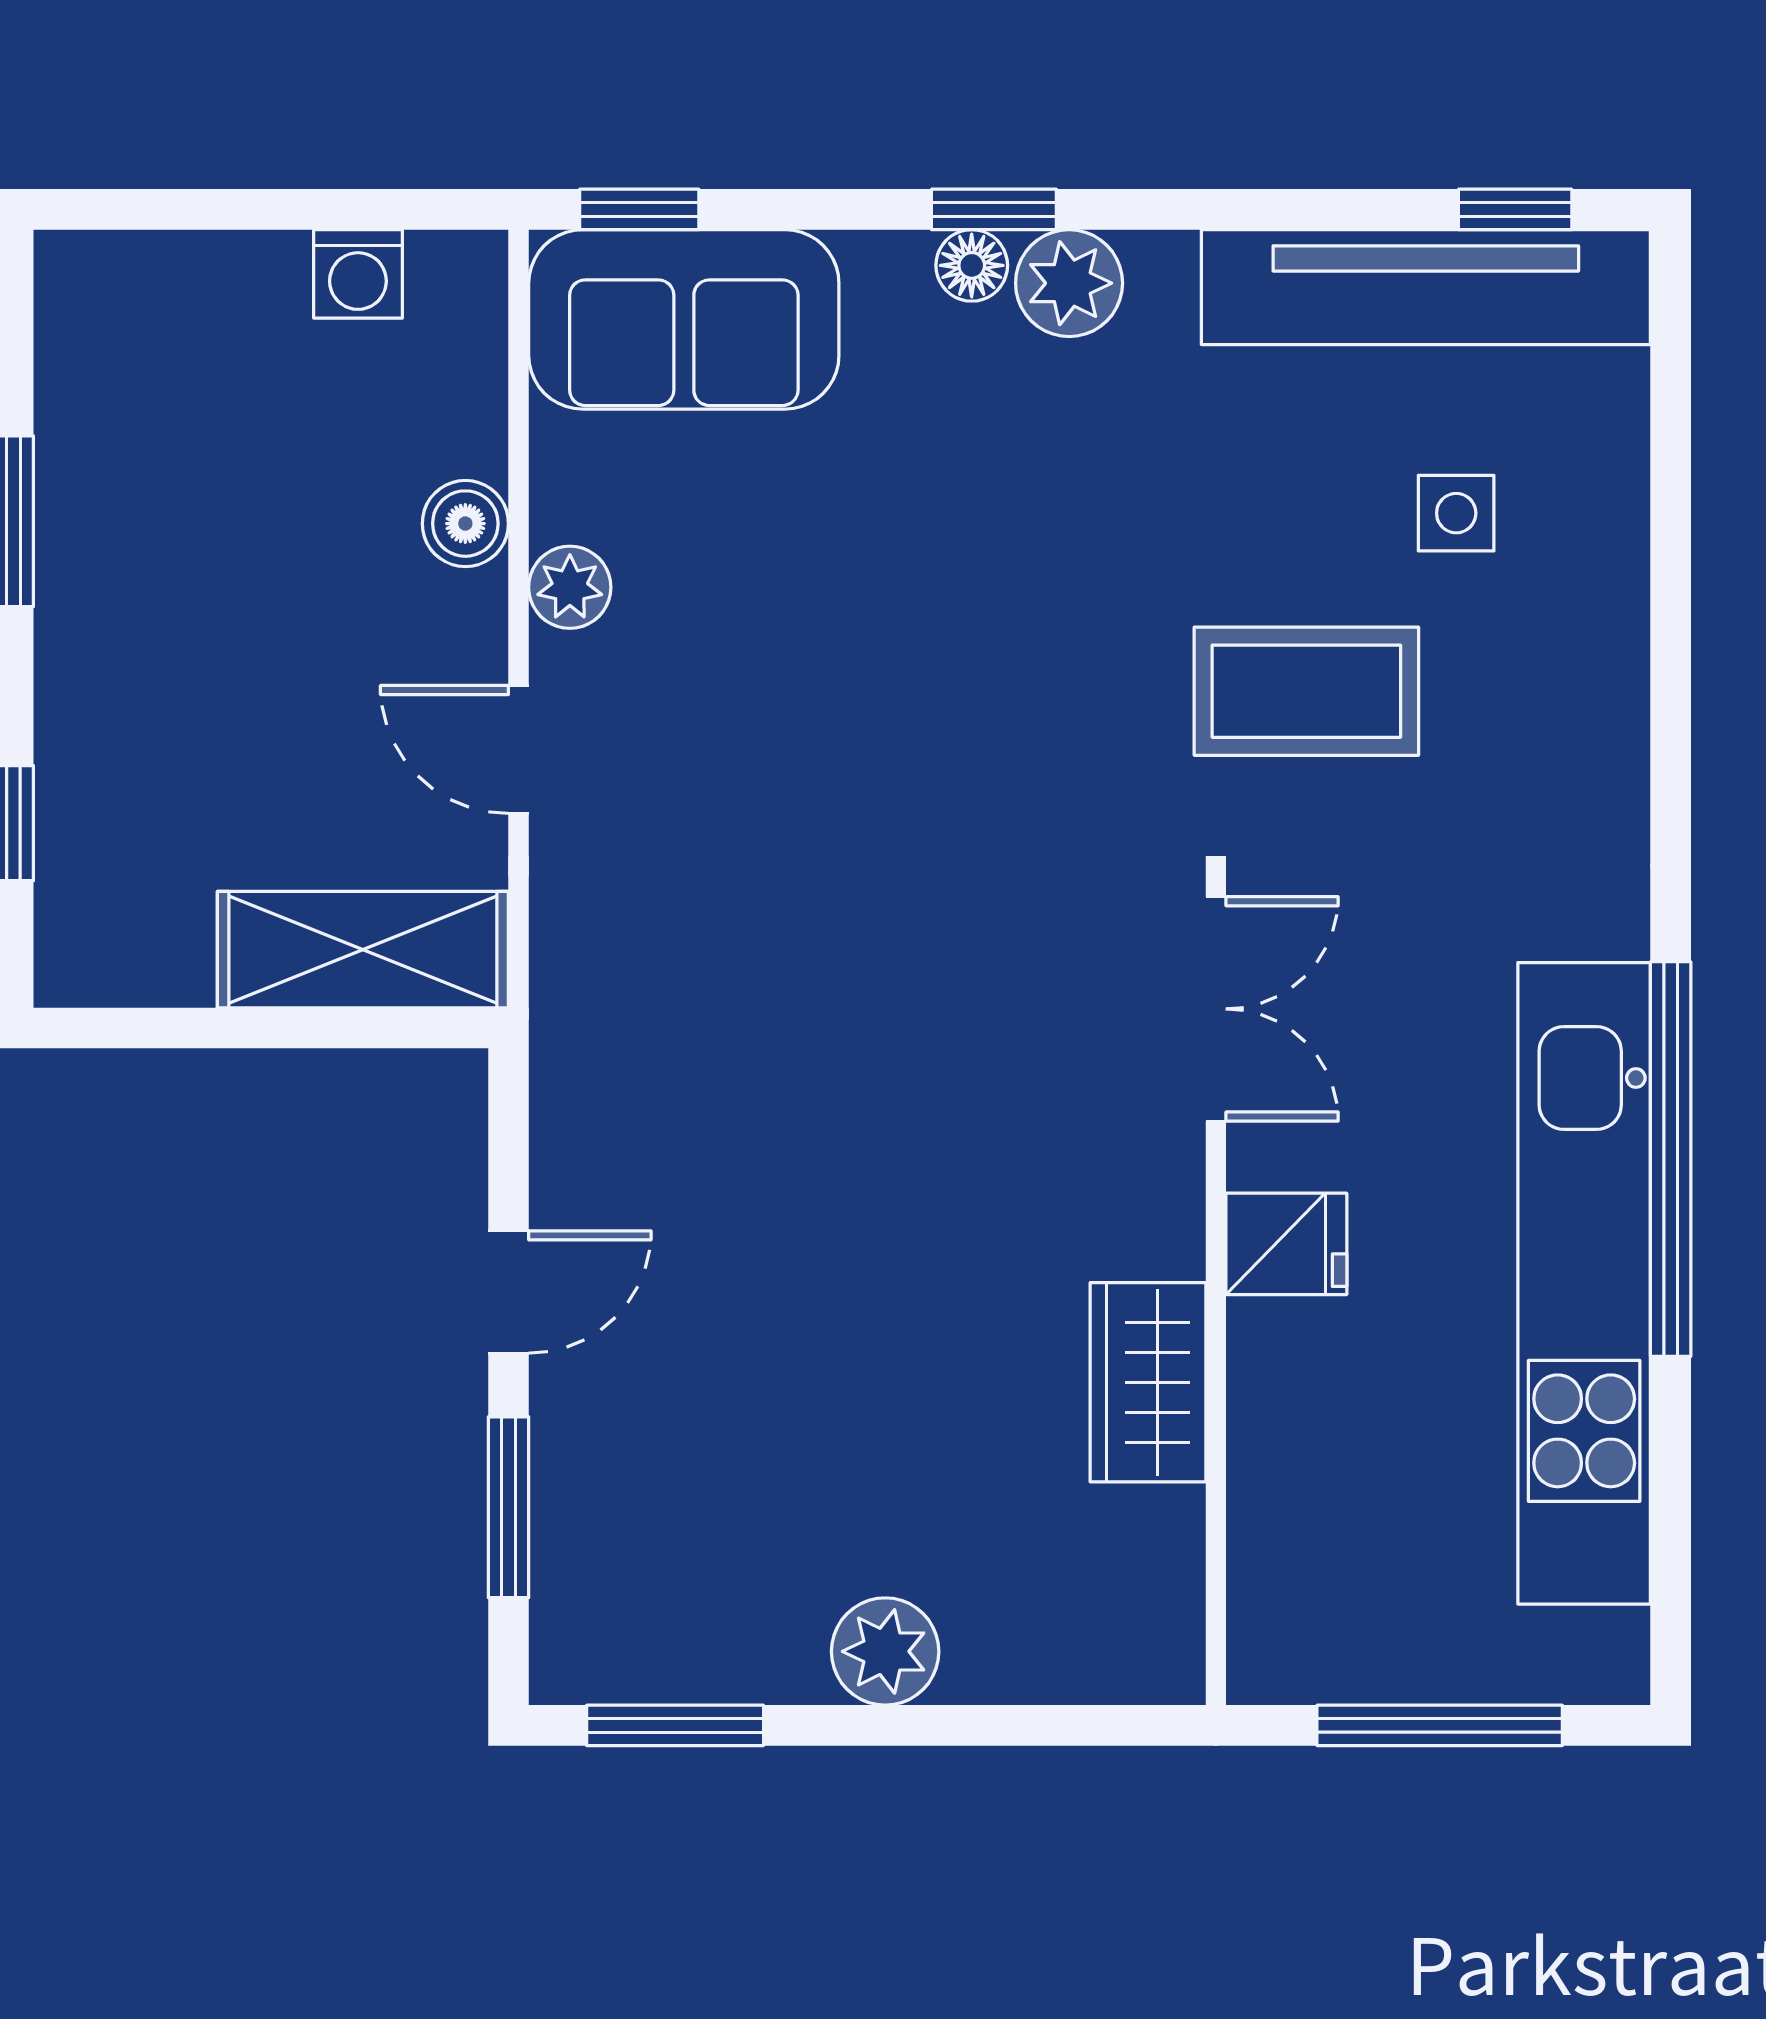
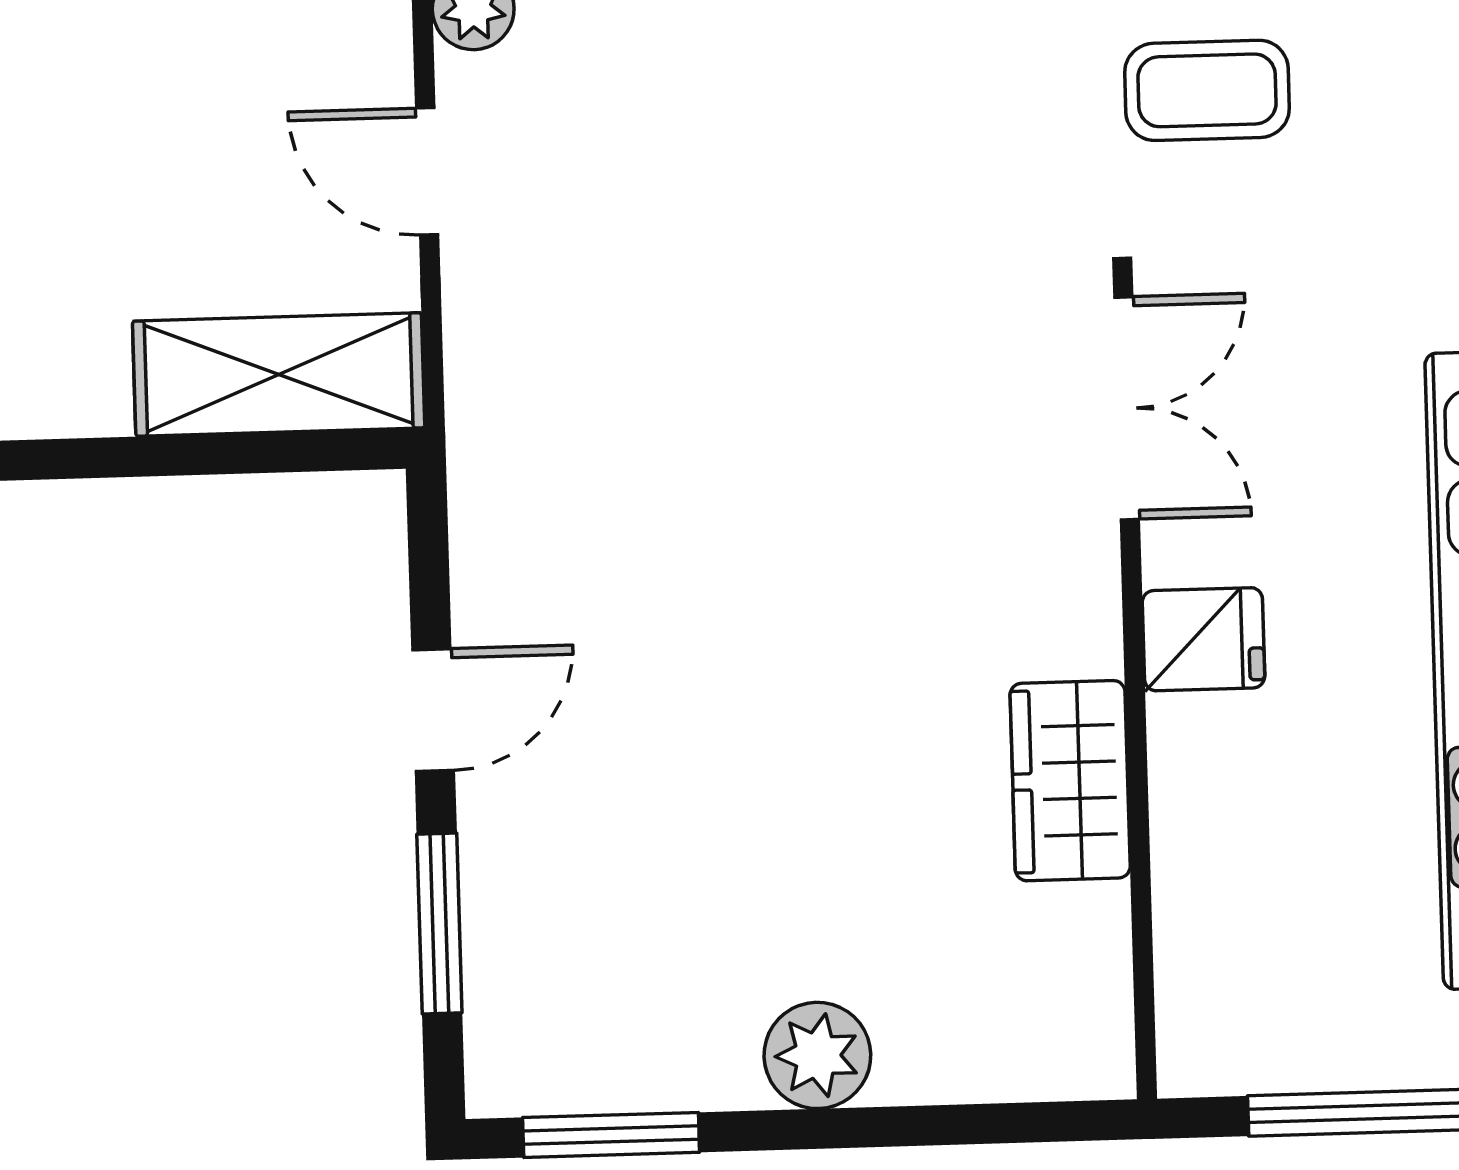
coffee table: (1306, 691) -> (1207, 90), width x0.73, depth x0.77

